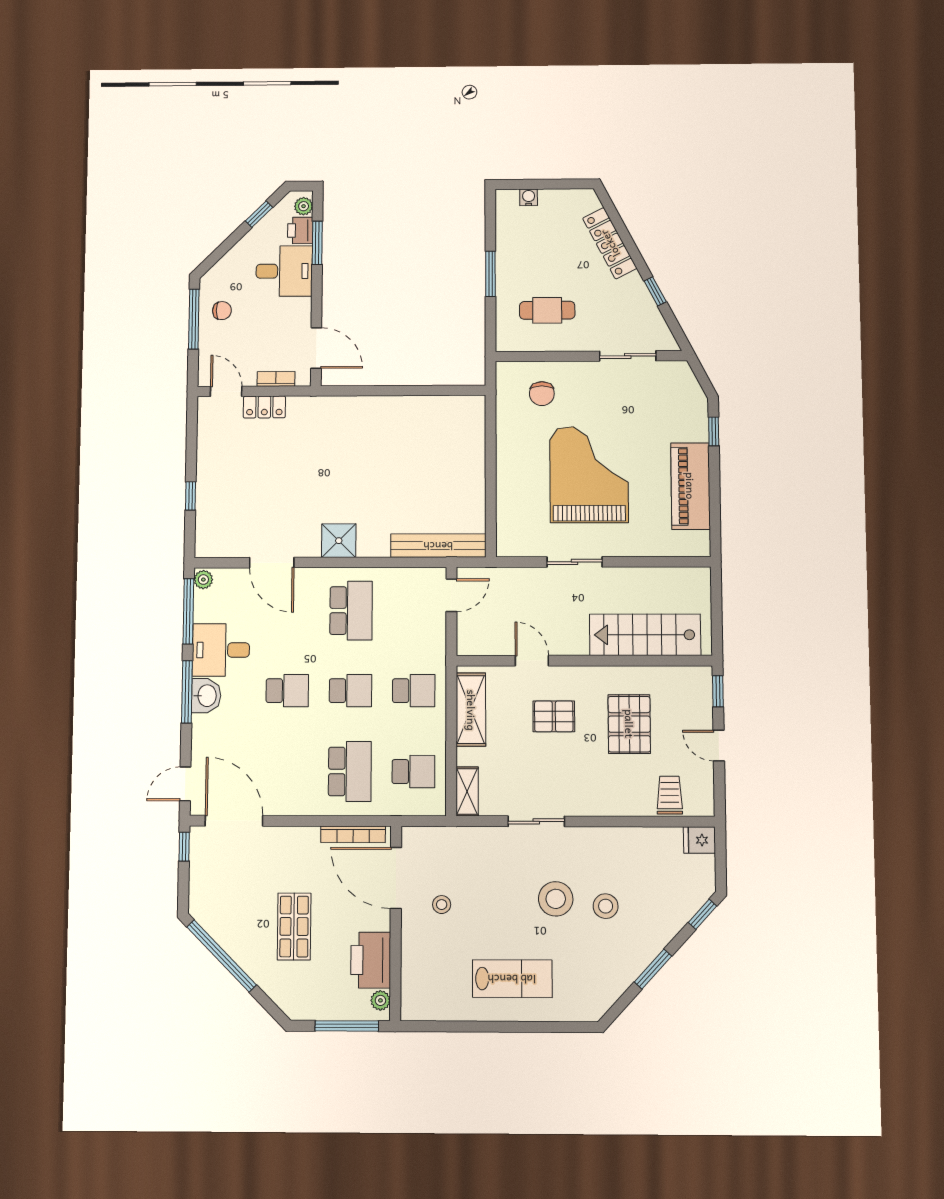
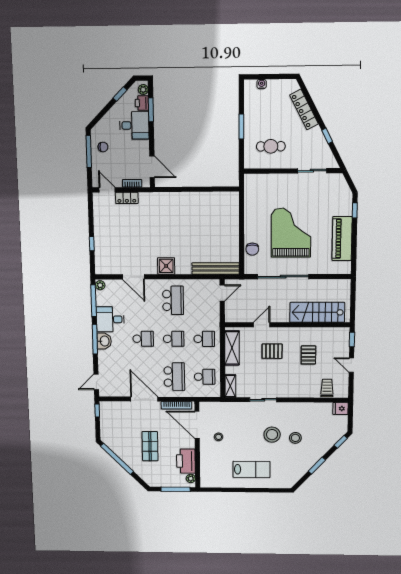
chair: (542, 394) -> (252, 249), moved
sliding door: (575, 562) -> (283, 277), width x1.86
door: (532, 661) -> (262, 325), hinge flipped
pallet: (629, 724) -> (308, 355), width x0.67, depth x0.71
door: (234, 821) -> (144, 399), moved

